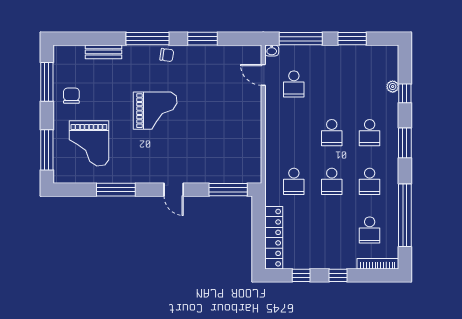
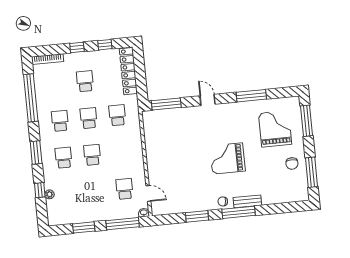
bench: (104, 52) -> (247, 201), moved
school desk: (370, 230) -> (85, 81), moved

